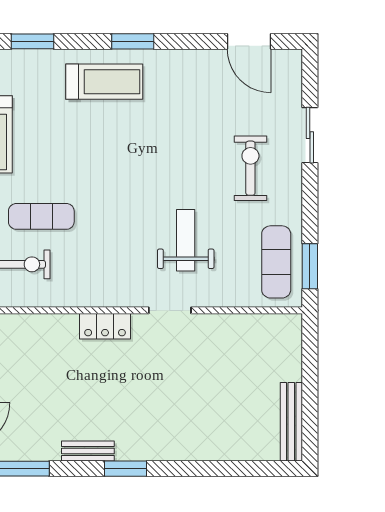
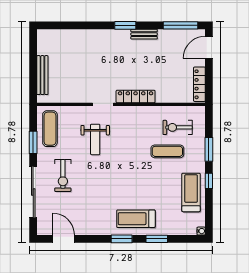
window: (32, 41) -> (157, 239), moved
sliding door: (310, 135) -> (33, 192), width x1.86
window: (310, 266) -> (33, 142), moved
locker: (105, 326) -> (136, 96), width x1.53
bench: (291, 422) -> (42, 75), moved

